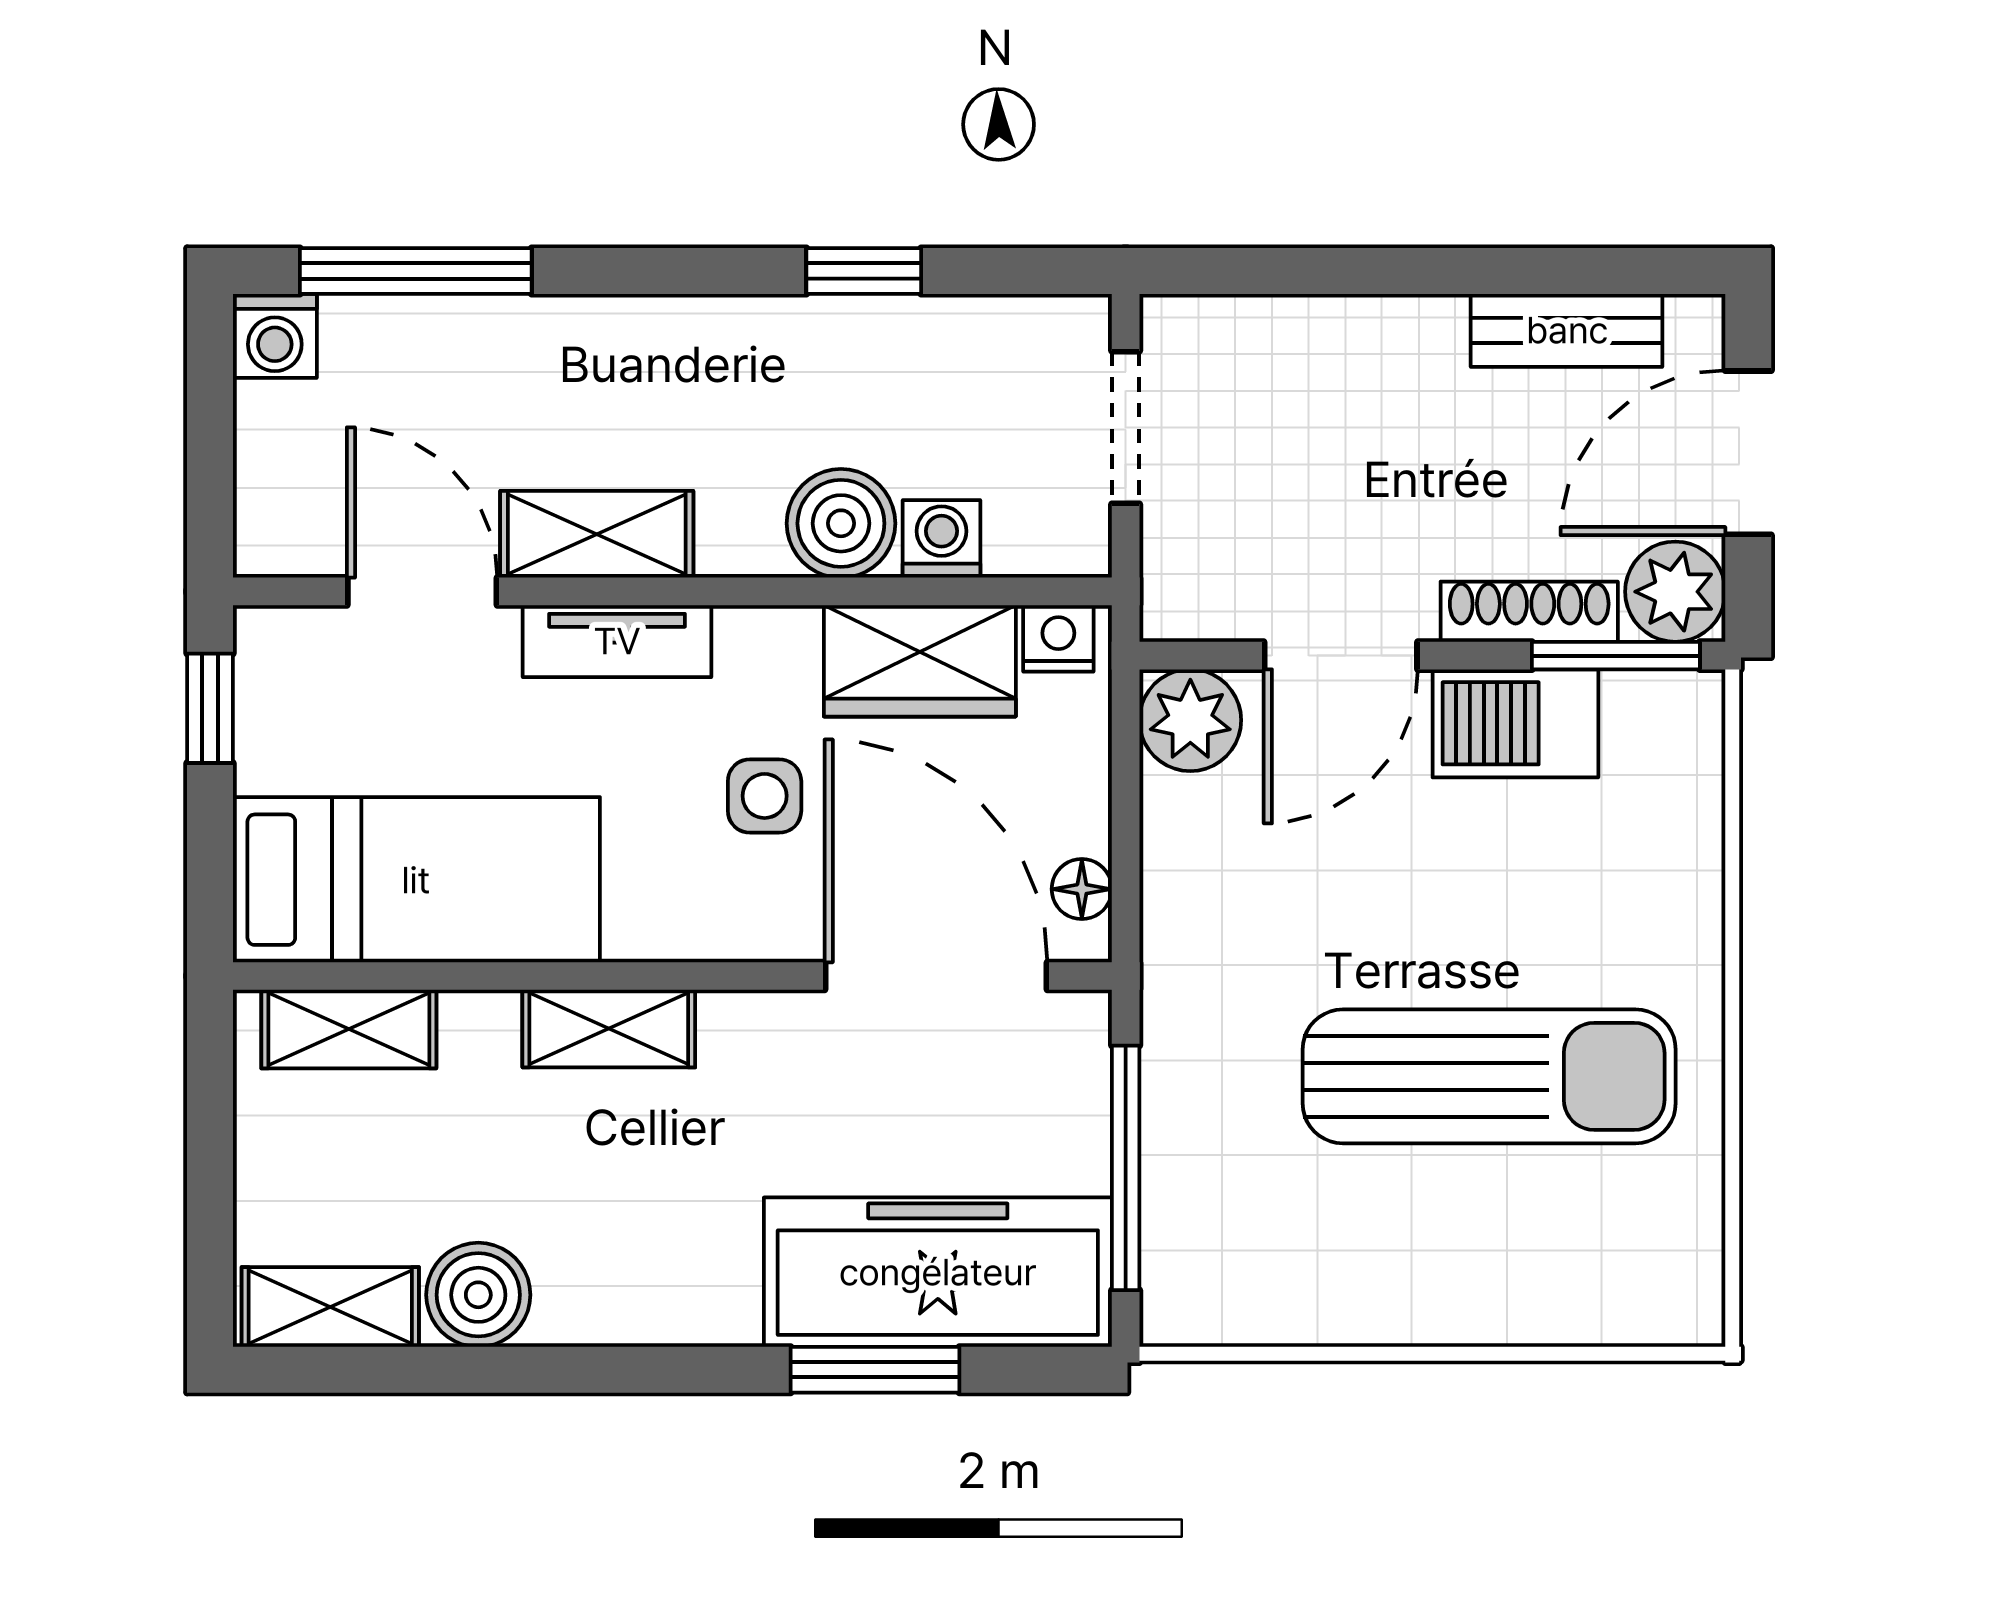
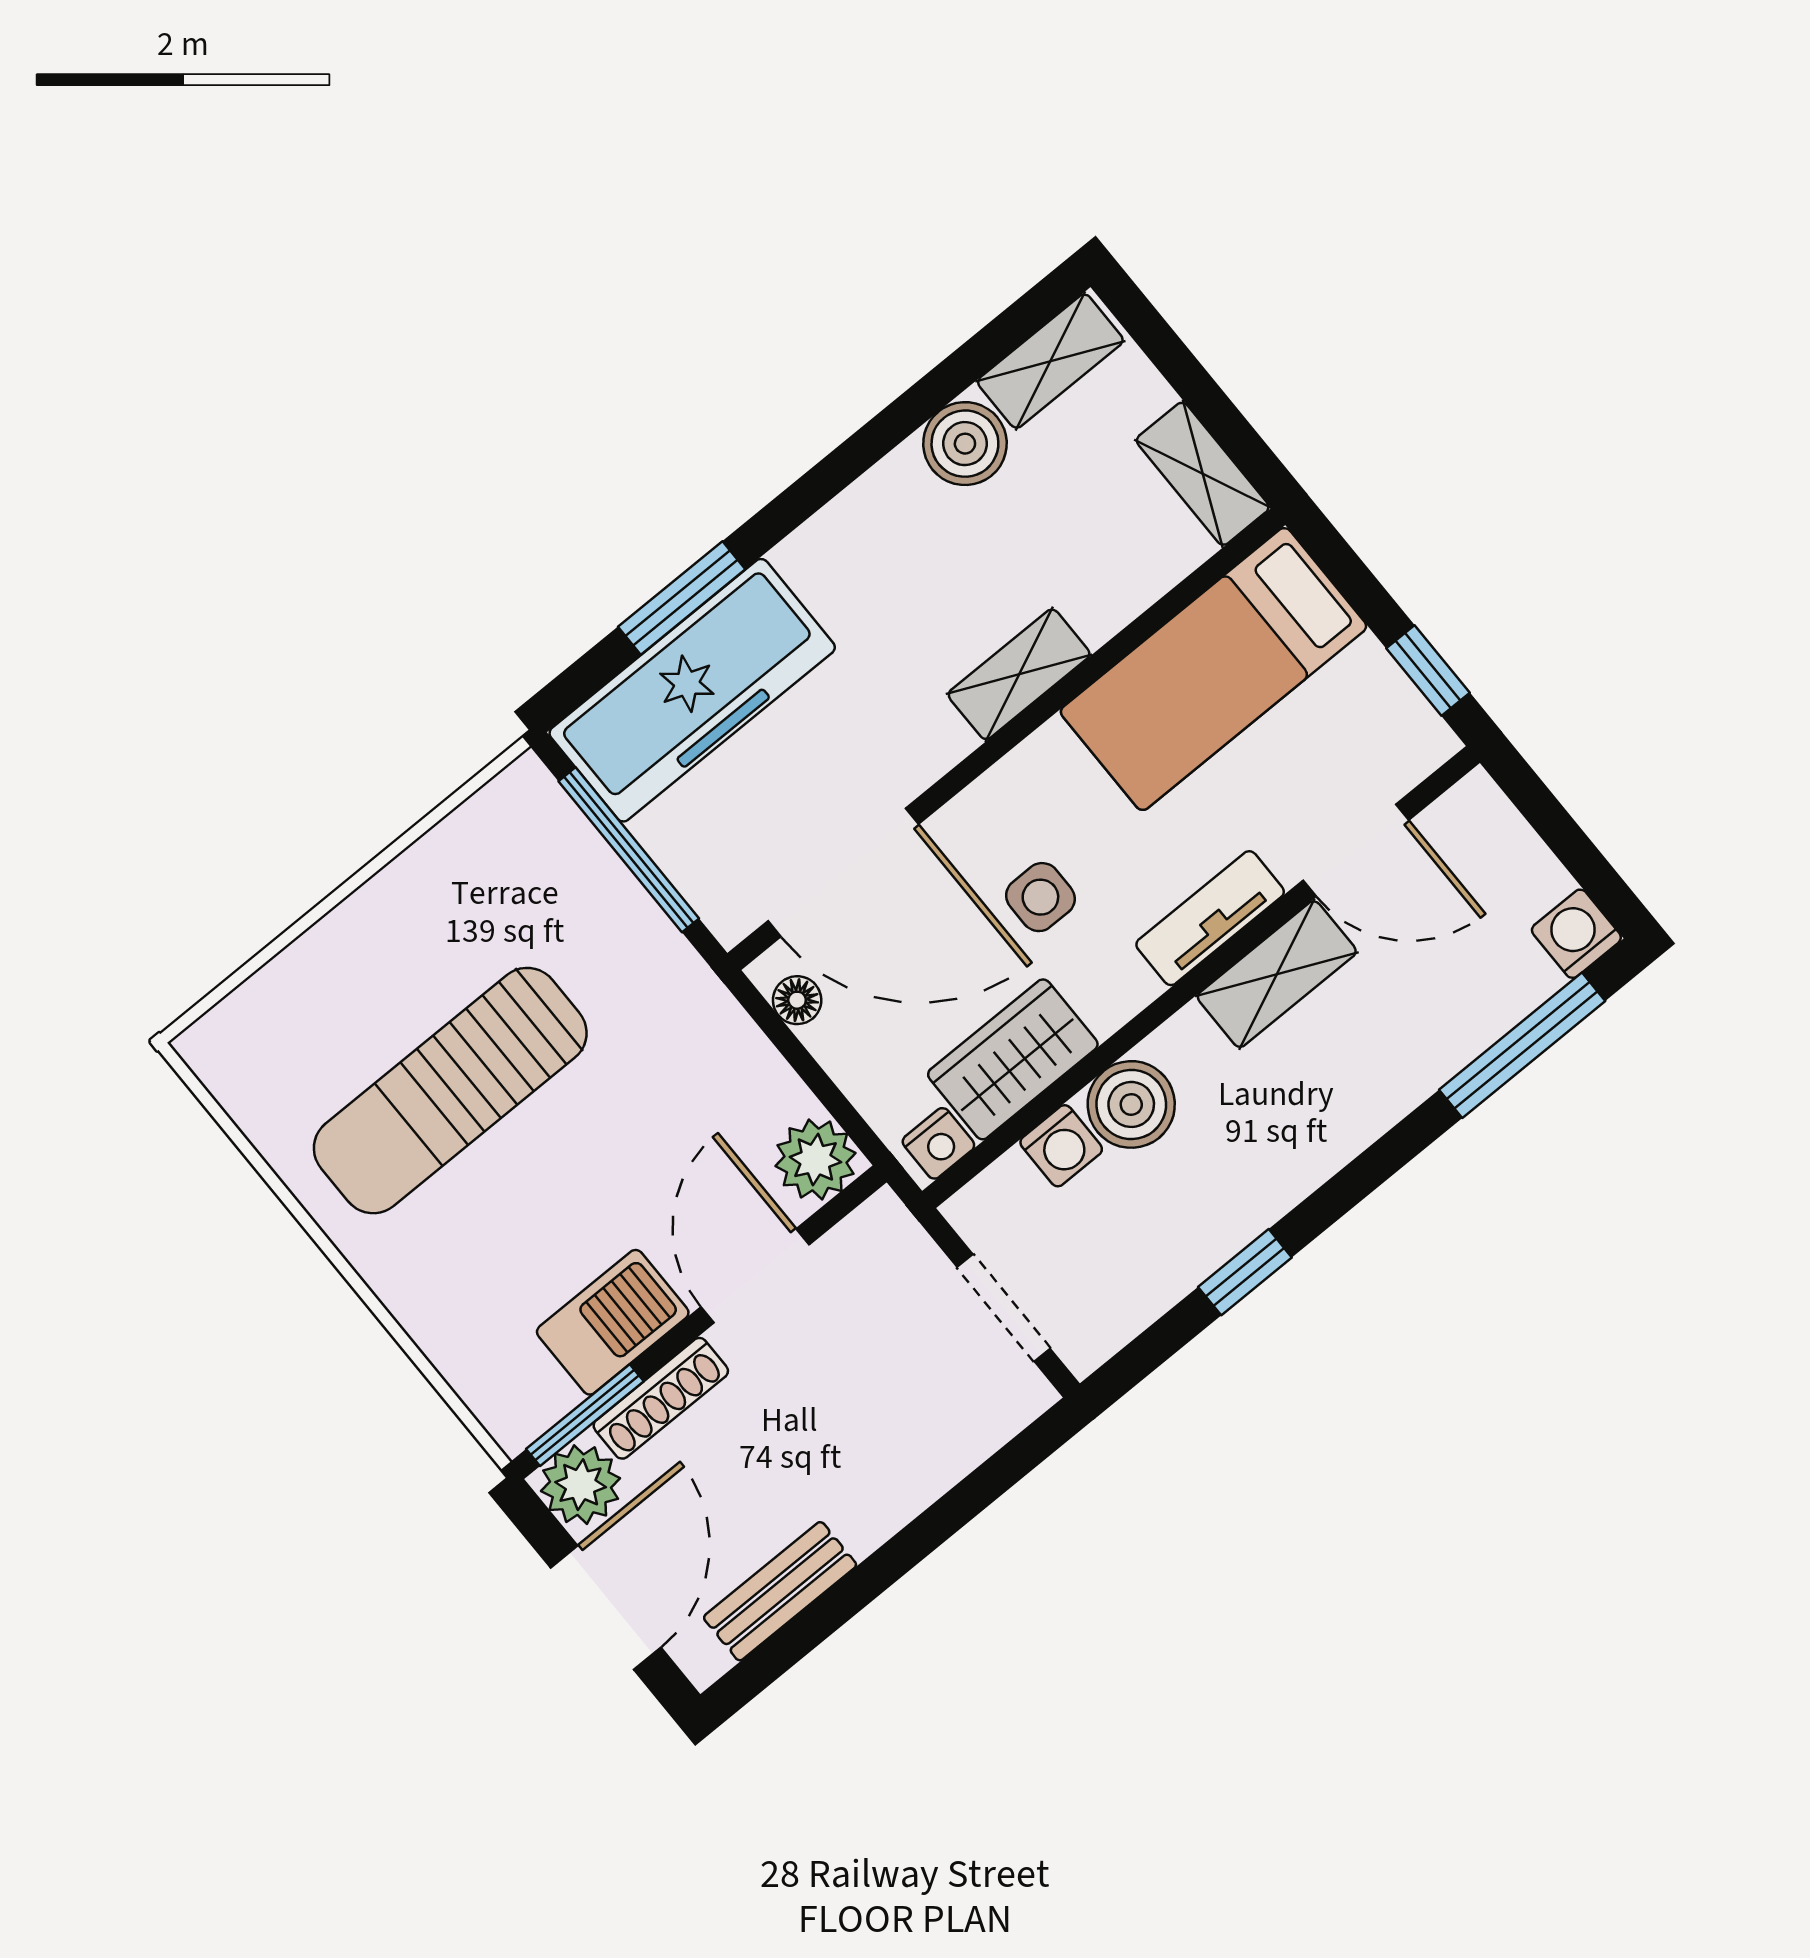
shelving: (349, 1029) -> (1203, 474), moved, turned 90

